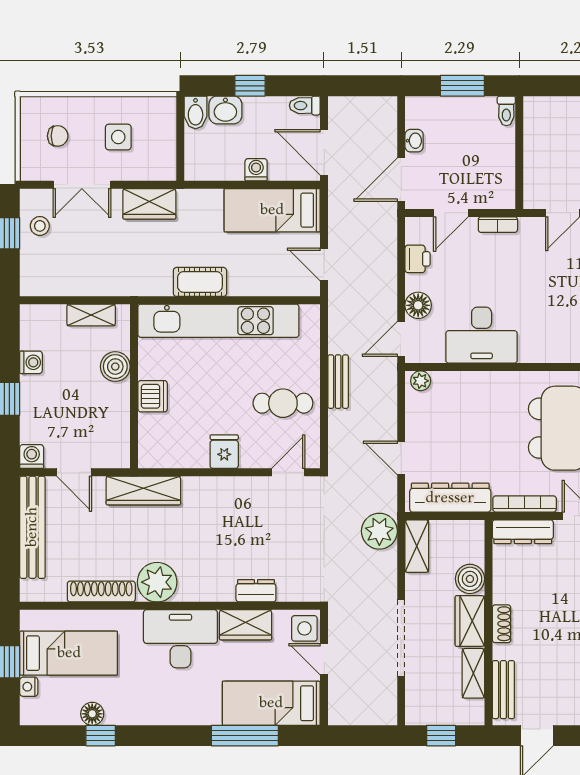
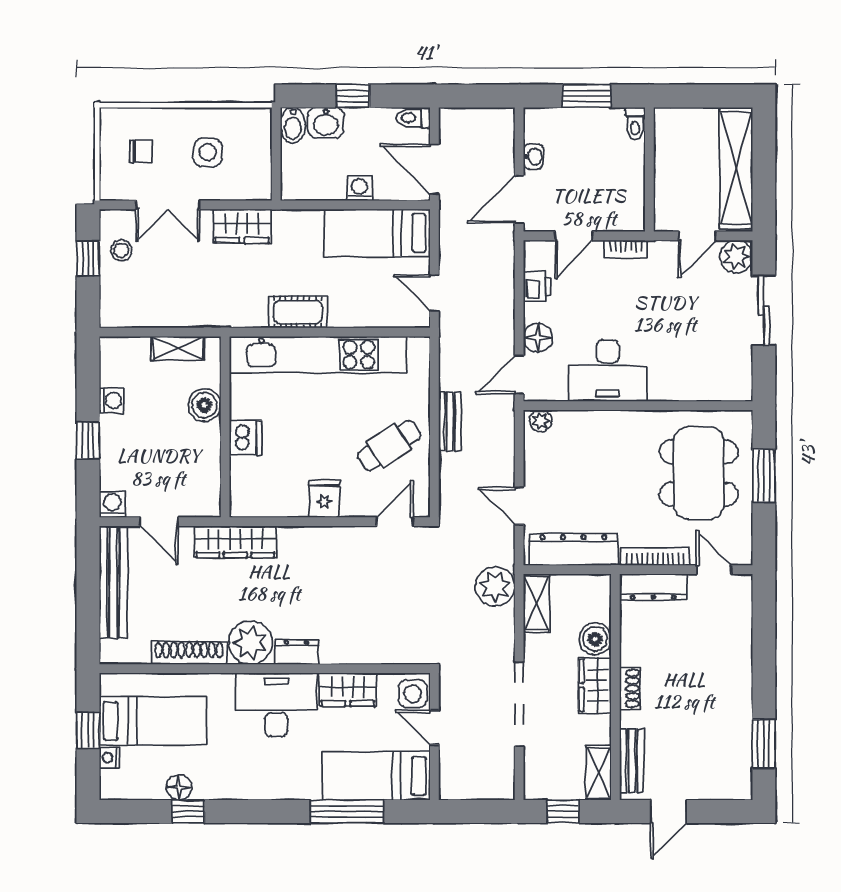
cafe table: (283, 403) -> (389, 445), turned -33
dresser: (256, 591) -> (297, 652), moved
shelving: (473, 673) -> (599, 773), moved

